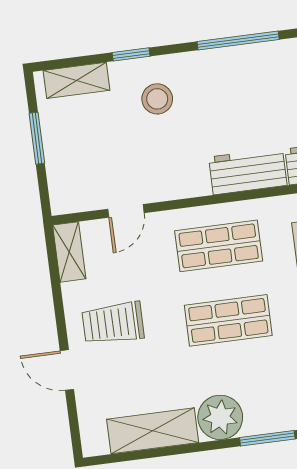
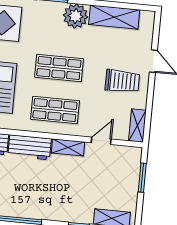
stool: (157, 99) -> (70, 198), removed
window: (37, 138) -> (142, 178), moved
shelving: (181, 186) -> (68, 147), added

